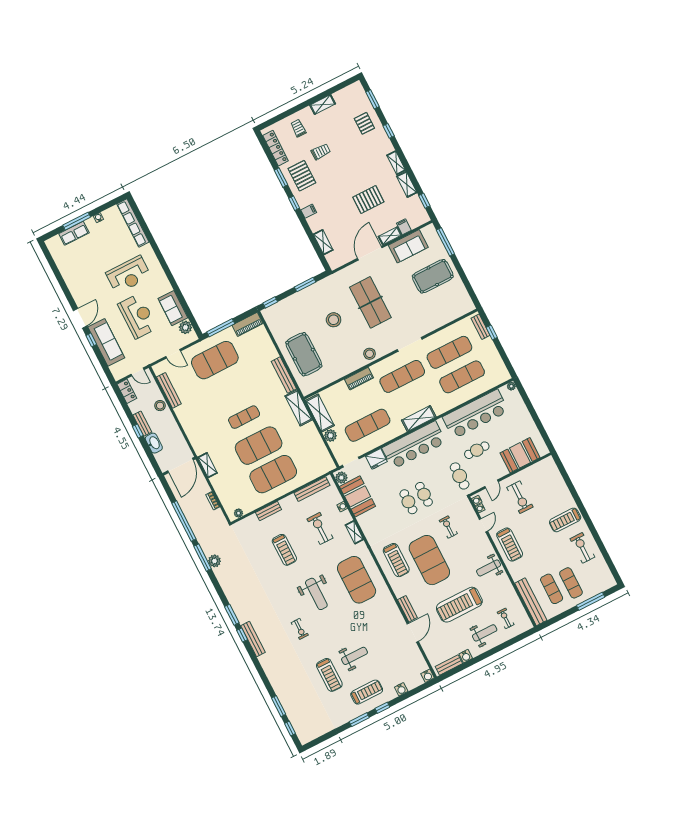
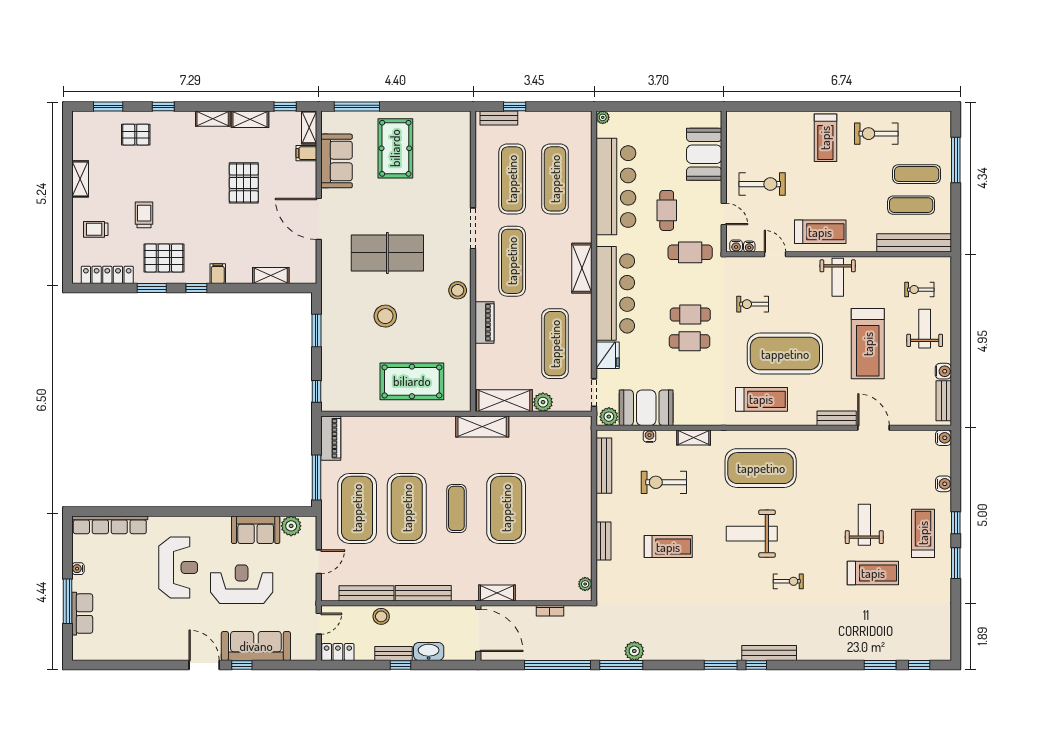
shelving: (390, 236) -> (309, 127), moved
bench: (284, 375) -> (423, 593), moved
exercise mat: (273, 474) -> (407, 508), moved
weight bench: (316, 594) -> (752, 534), turned 180

